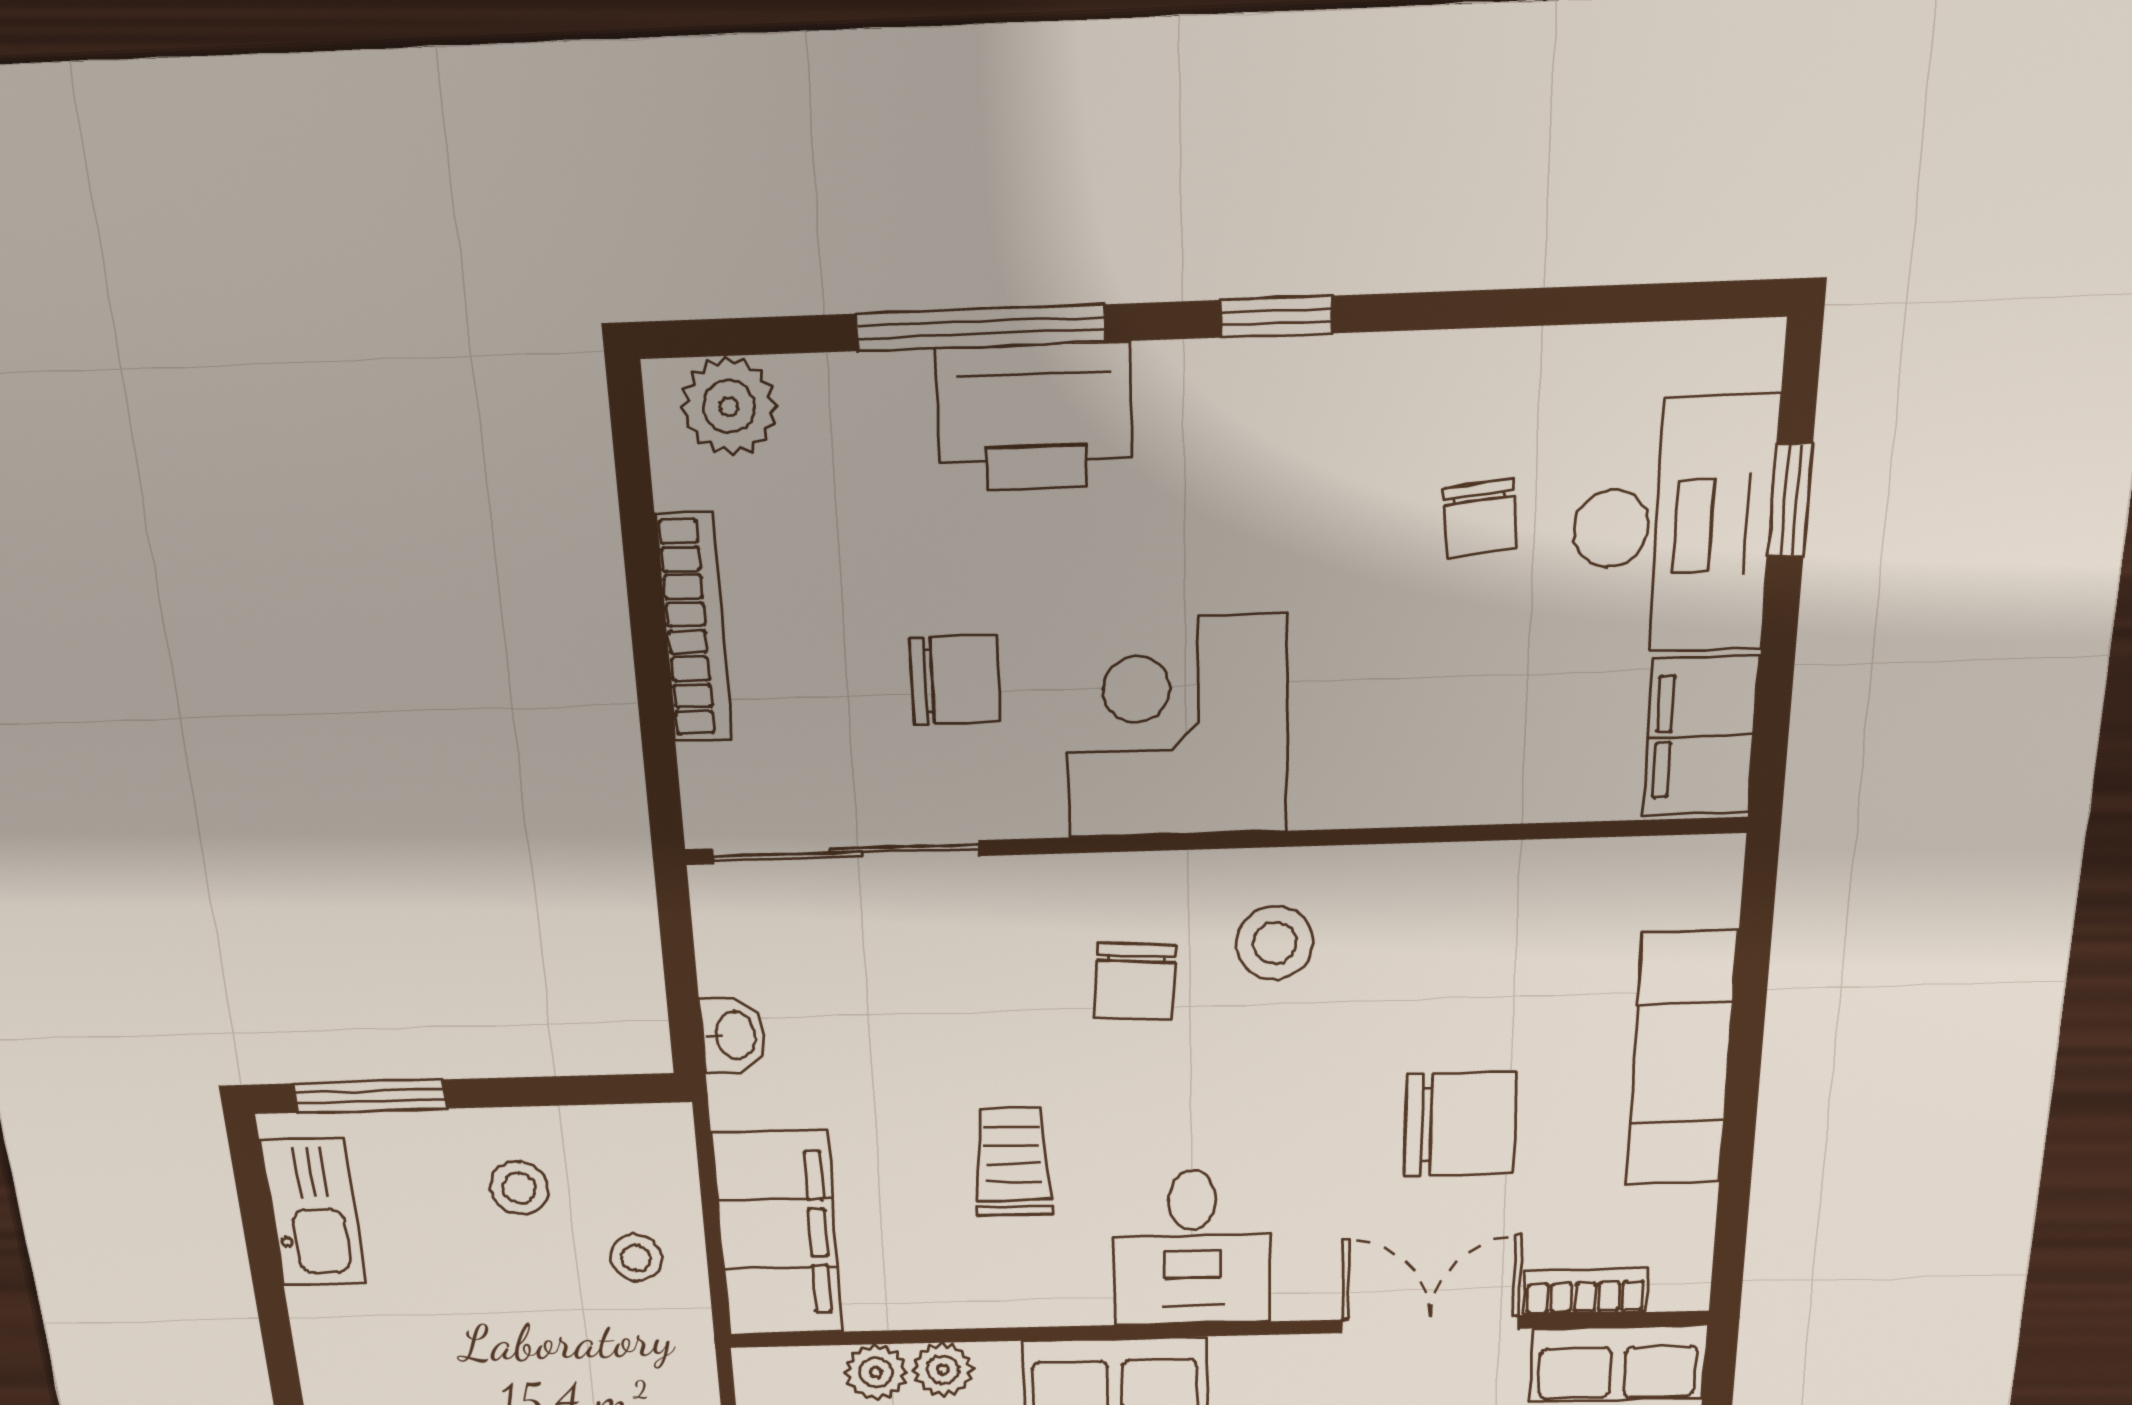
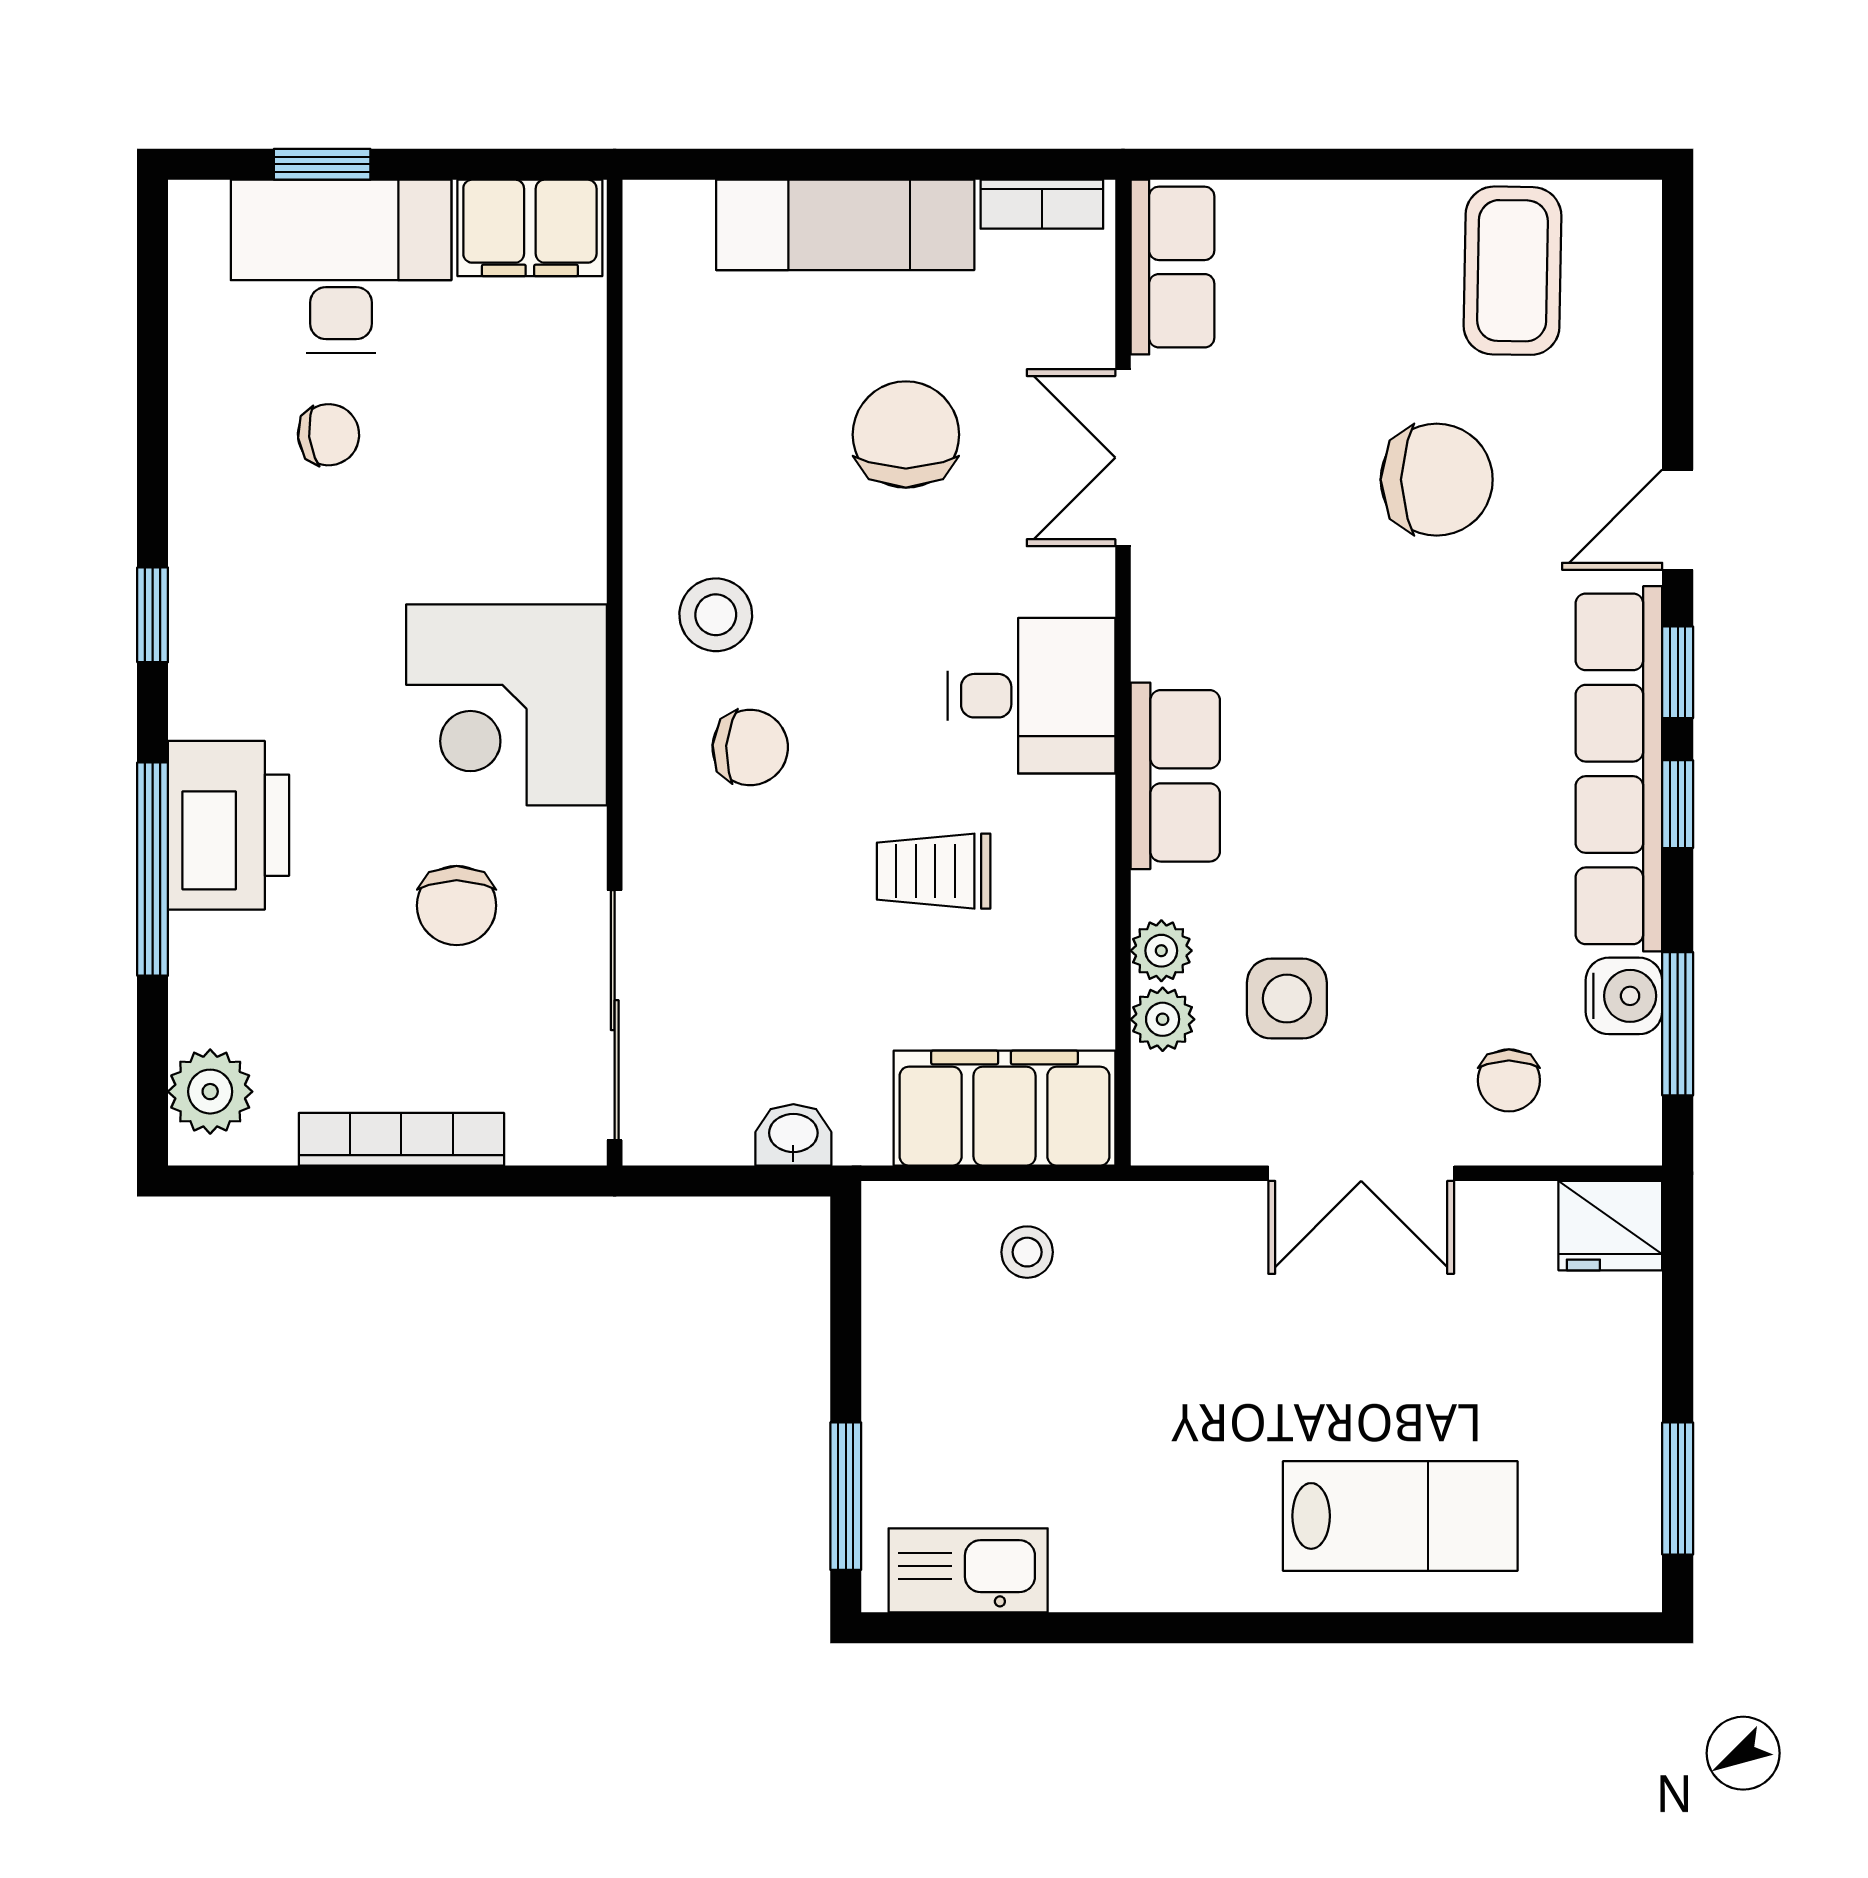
chair: (955, 680) -> (457, 906), turned 180
stool: (519, 1188) -> (948, 1361), removed
bookcase: (1585, 1292) -> (1042, 204), moved, turned -90

